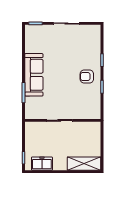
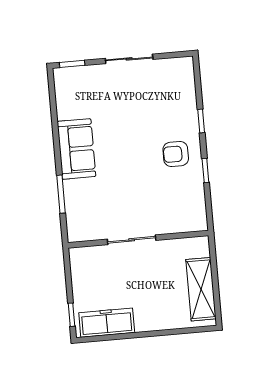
sofa: (34, 75) -> (76, 149), width x0.73
freezer: (42, 164) -> (107, 323), width x1.40
shelving: (84, 164) -> (201, 289), moved, turned 90

